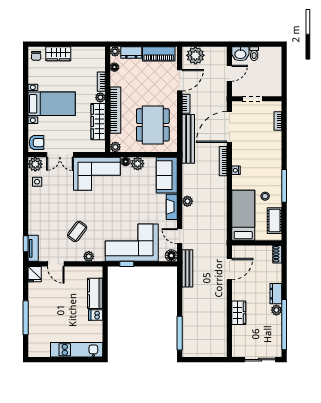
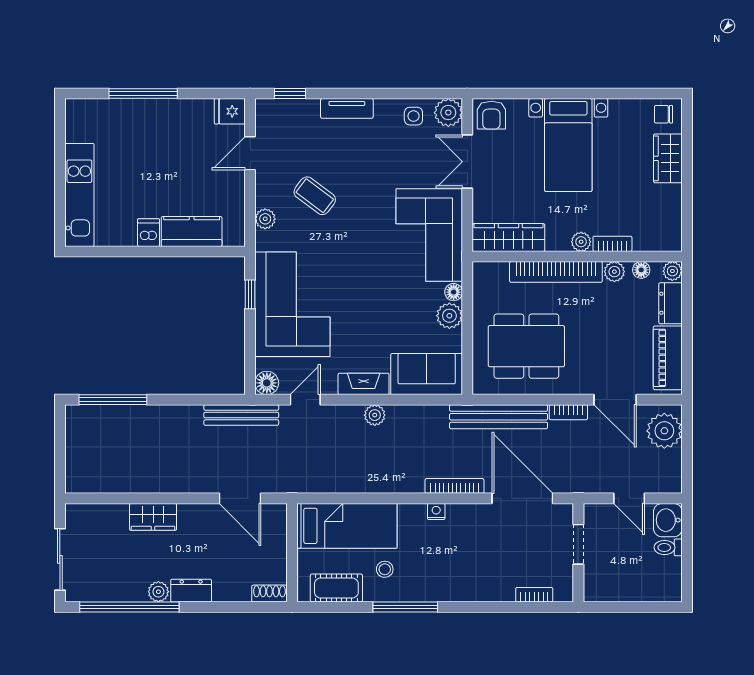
wardrobe: (98, 122) -> (508, 238), moved
plant: (115, 147) -> (614, 272), moved
tv unit: (33, 248) -> (347, 108), moved

